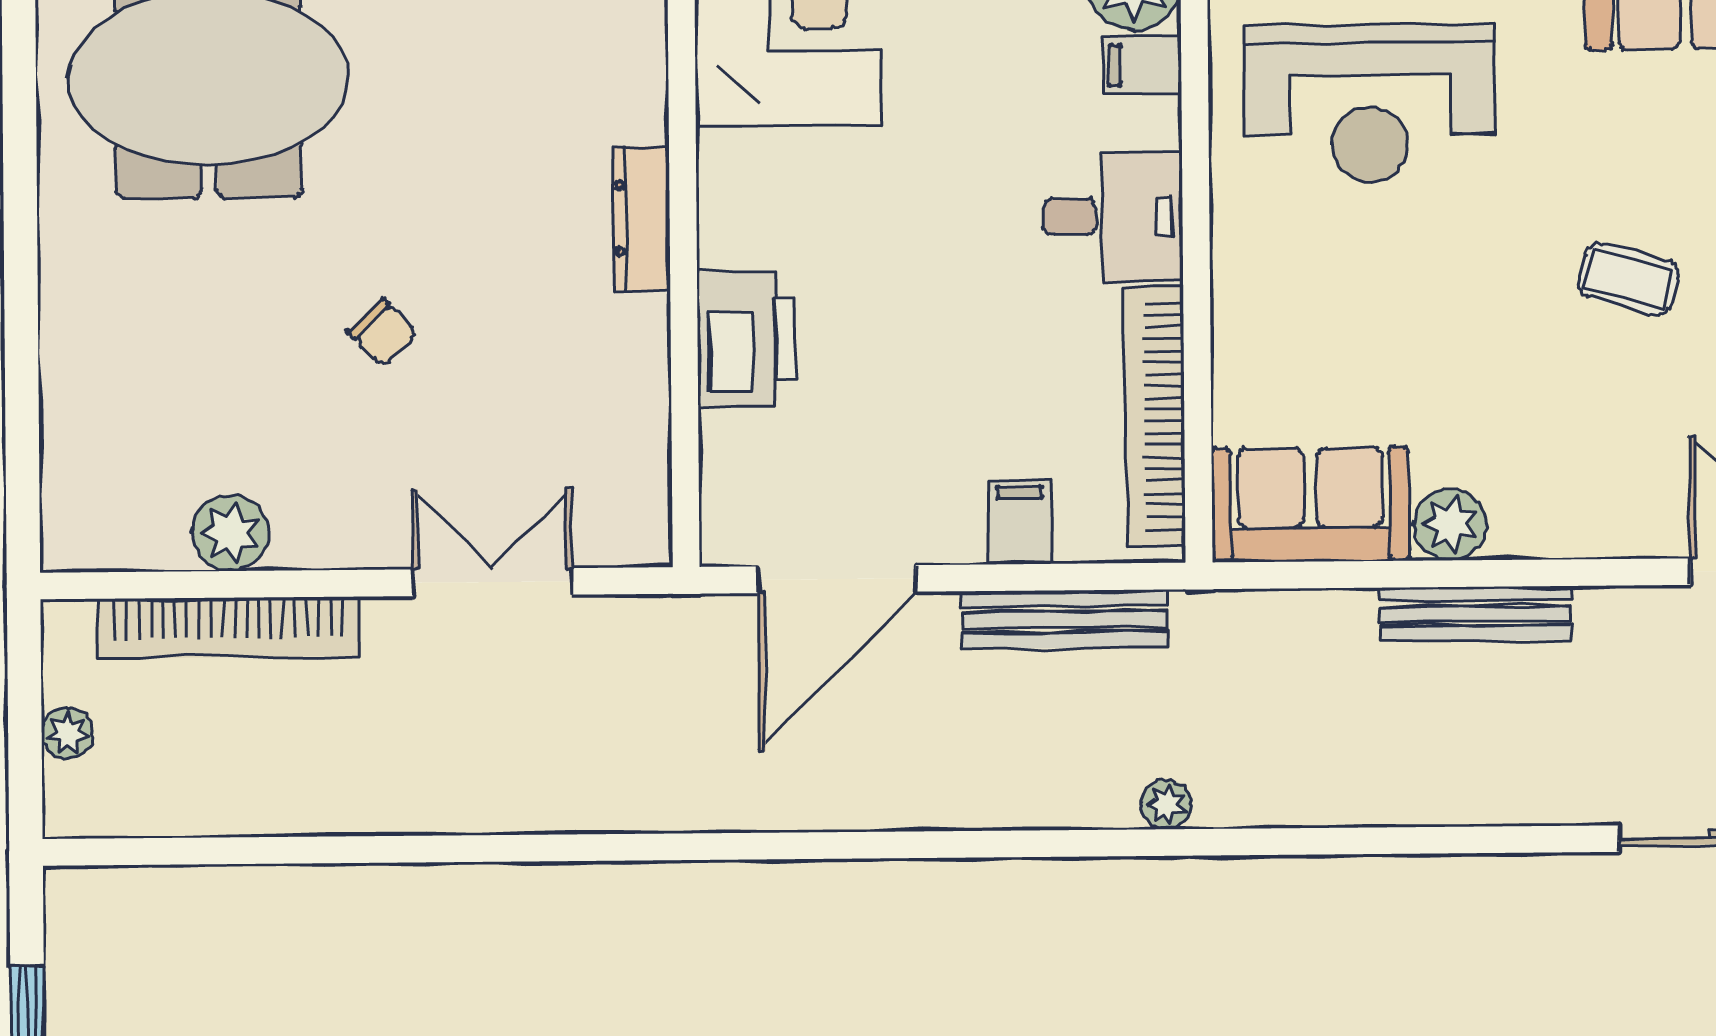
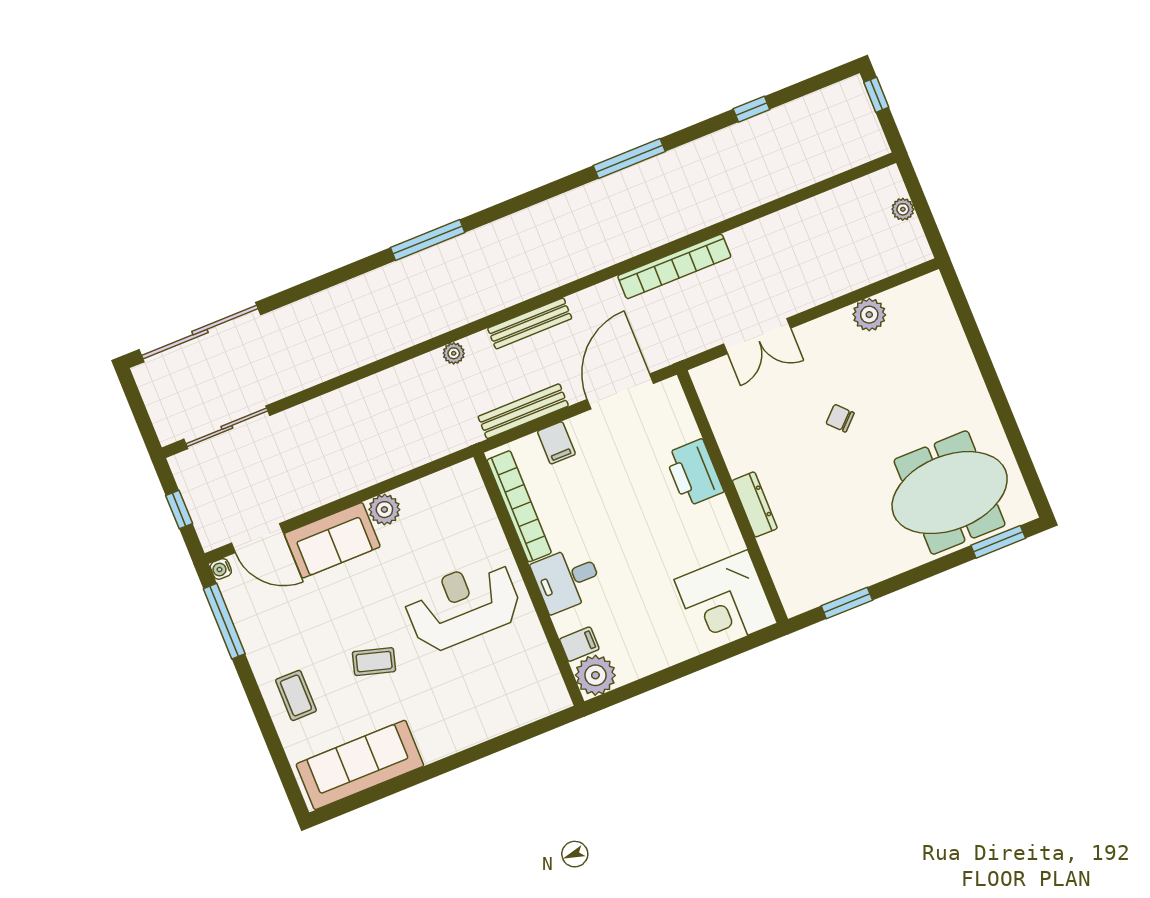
reception desk: (1370, 103) -> (463, 605), moved
coffee table: (1628, 279) -> (374, 662), moved
sofa: (1310, 505) -> (332, 540), moved
bench: (1475, 614) -> (530, 323), moved
bookcase: (229, 628) -> (674, 266), moved, turned 180

